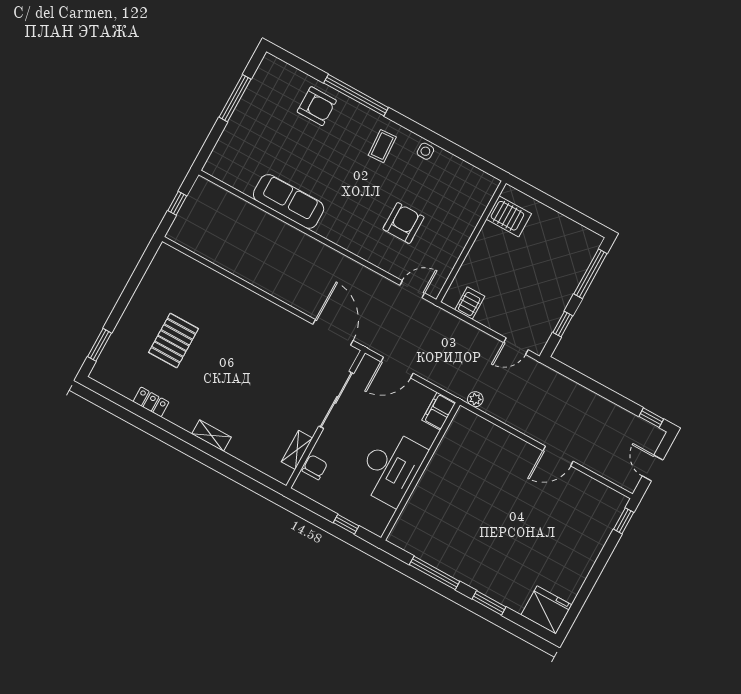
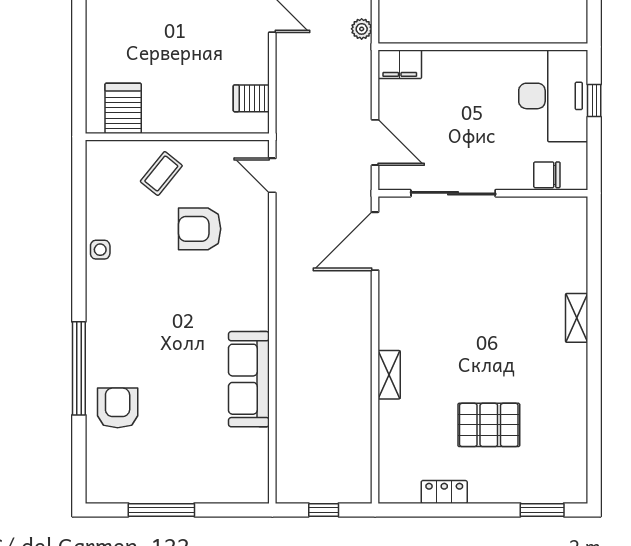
coffee table: (382, 146) -> (161, 174), moved, turned -48
locker: (151, 402) -> (444, 492), moved, turned 90
shelving: (297, 450) -> (389, 375), moved, turned 90
desk: (391, 468) -> (553, 96), moved, turned 90

